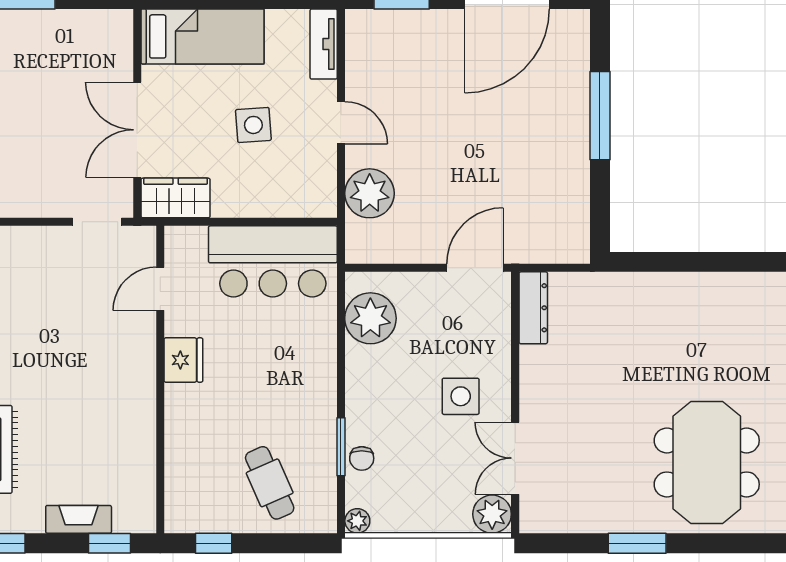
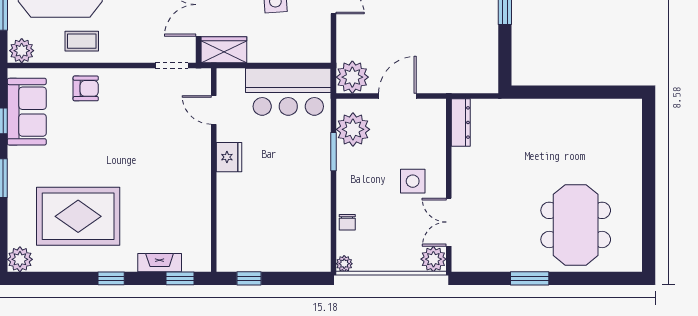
plant: (370, 193) -> (352, 77), moved
door: (475, 268) -> (397, 96), moved
door: (160, 289) -> (214, 110), hinge flipped
window: (341, 447) -> (333, 152), moved
cafe table: (270, 483) -> (286, 238), removed

